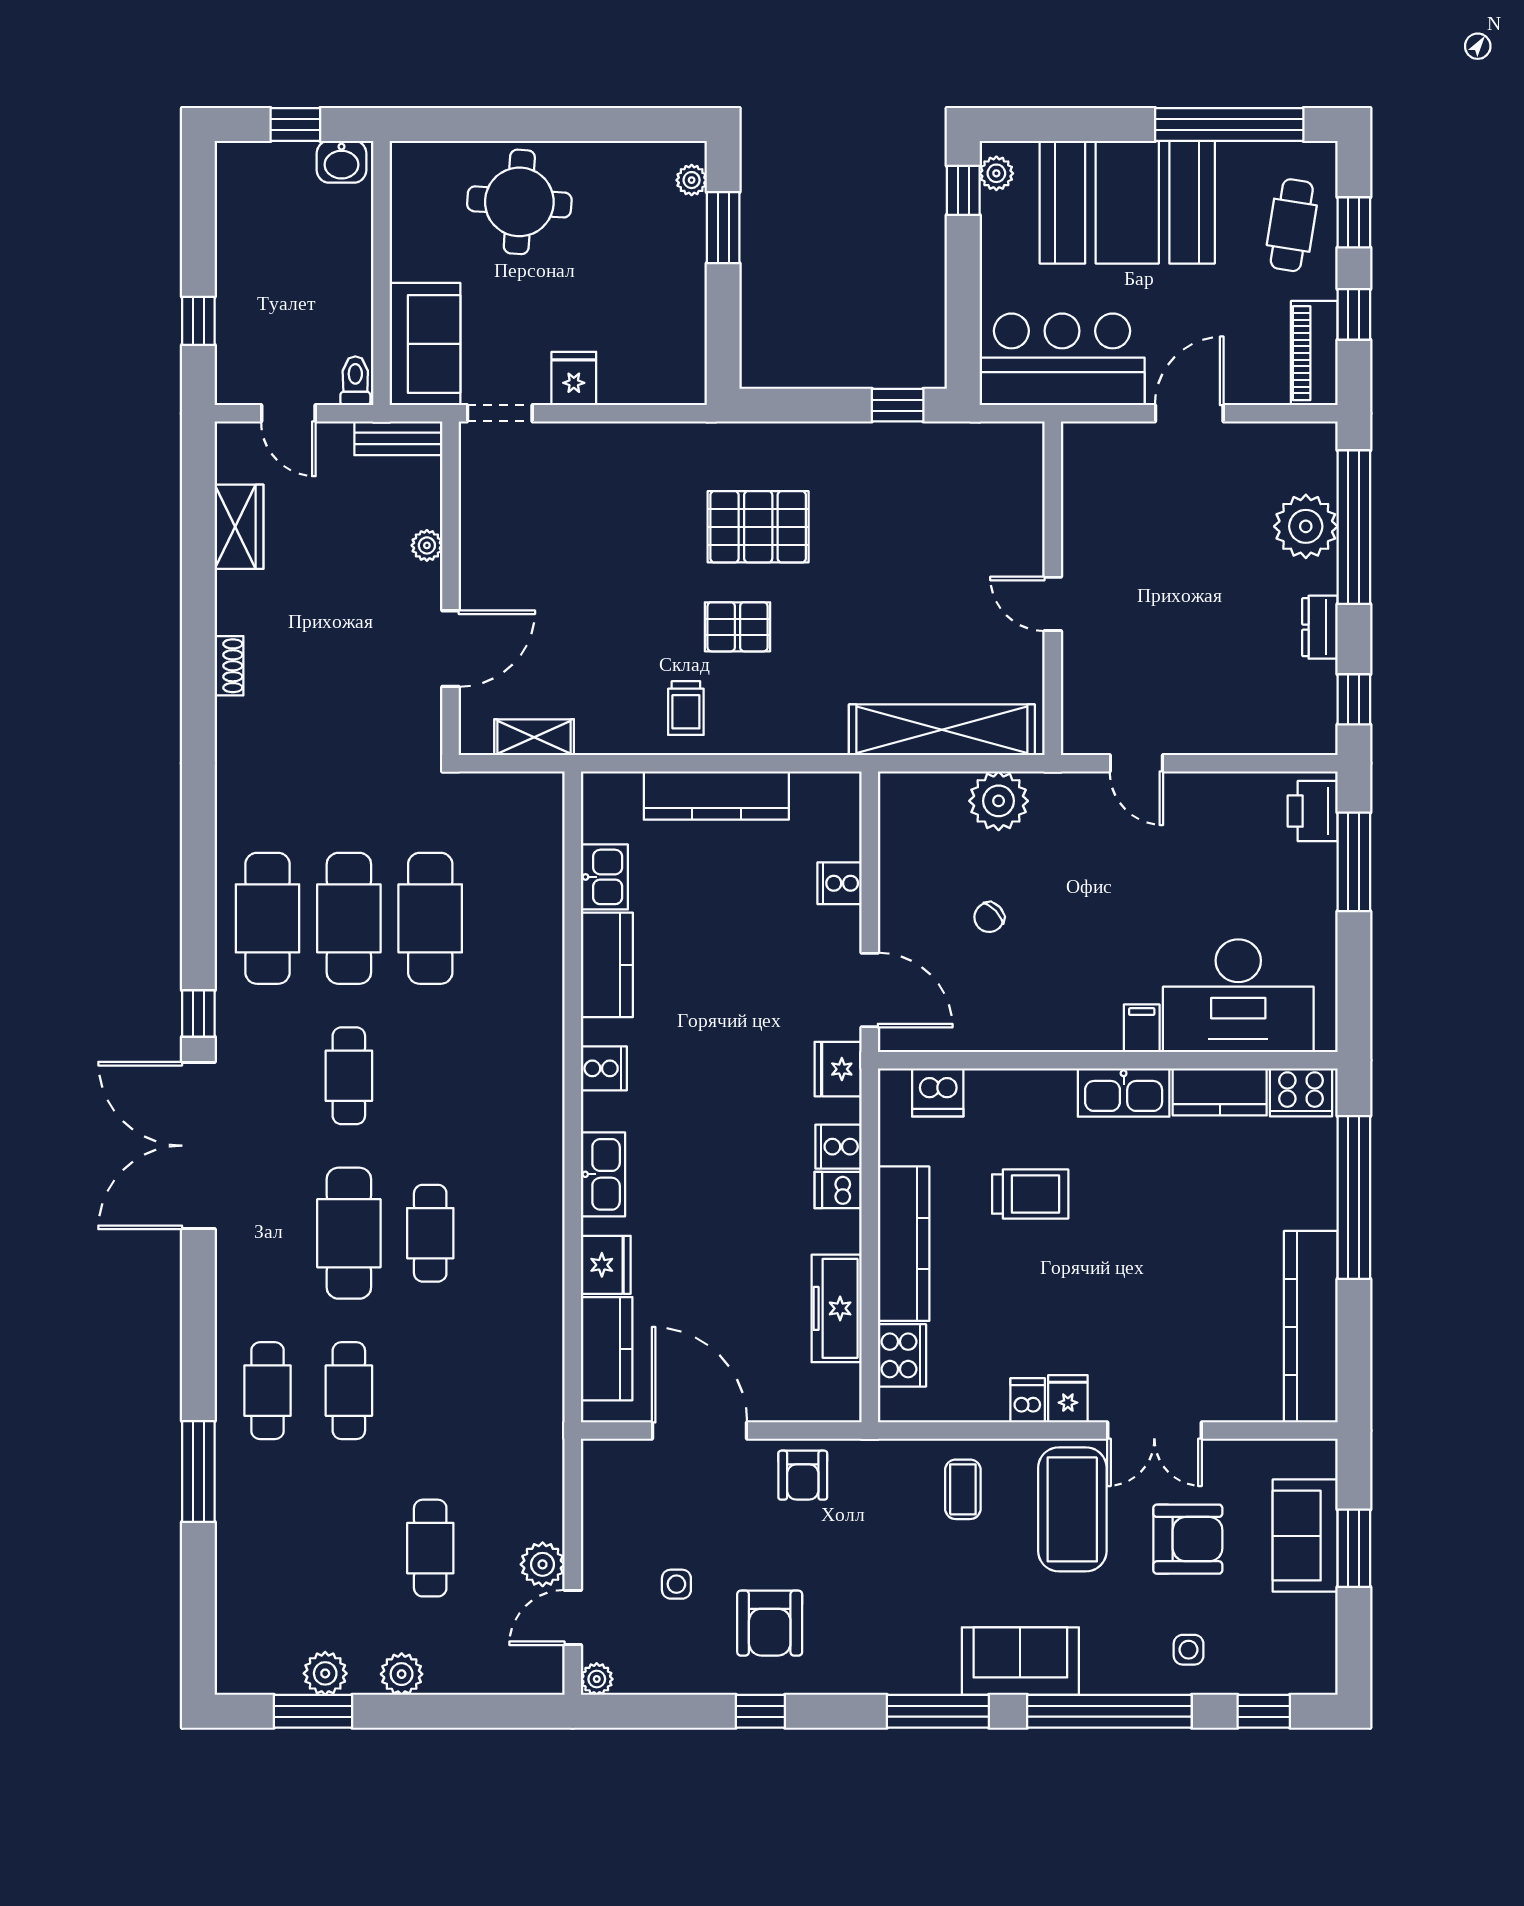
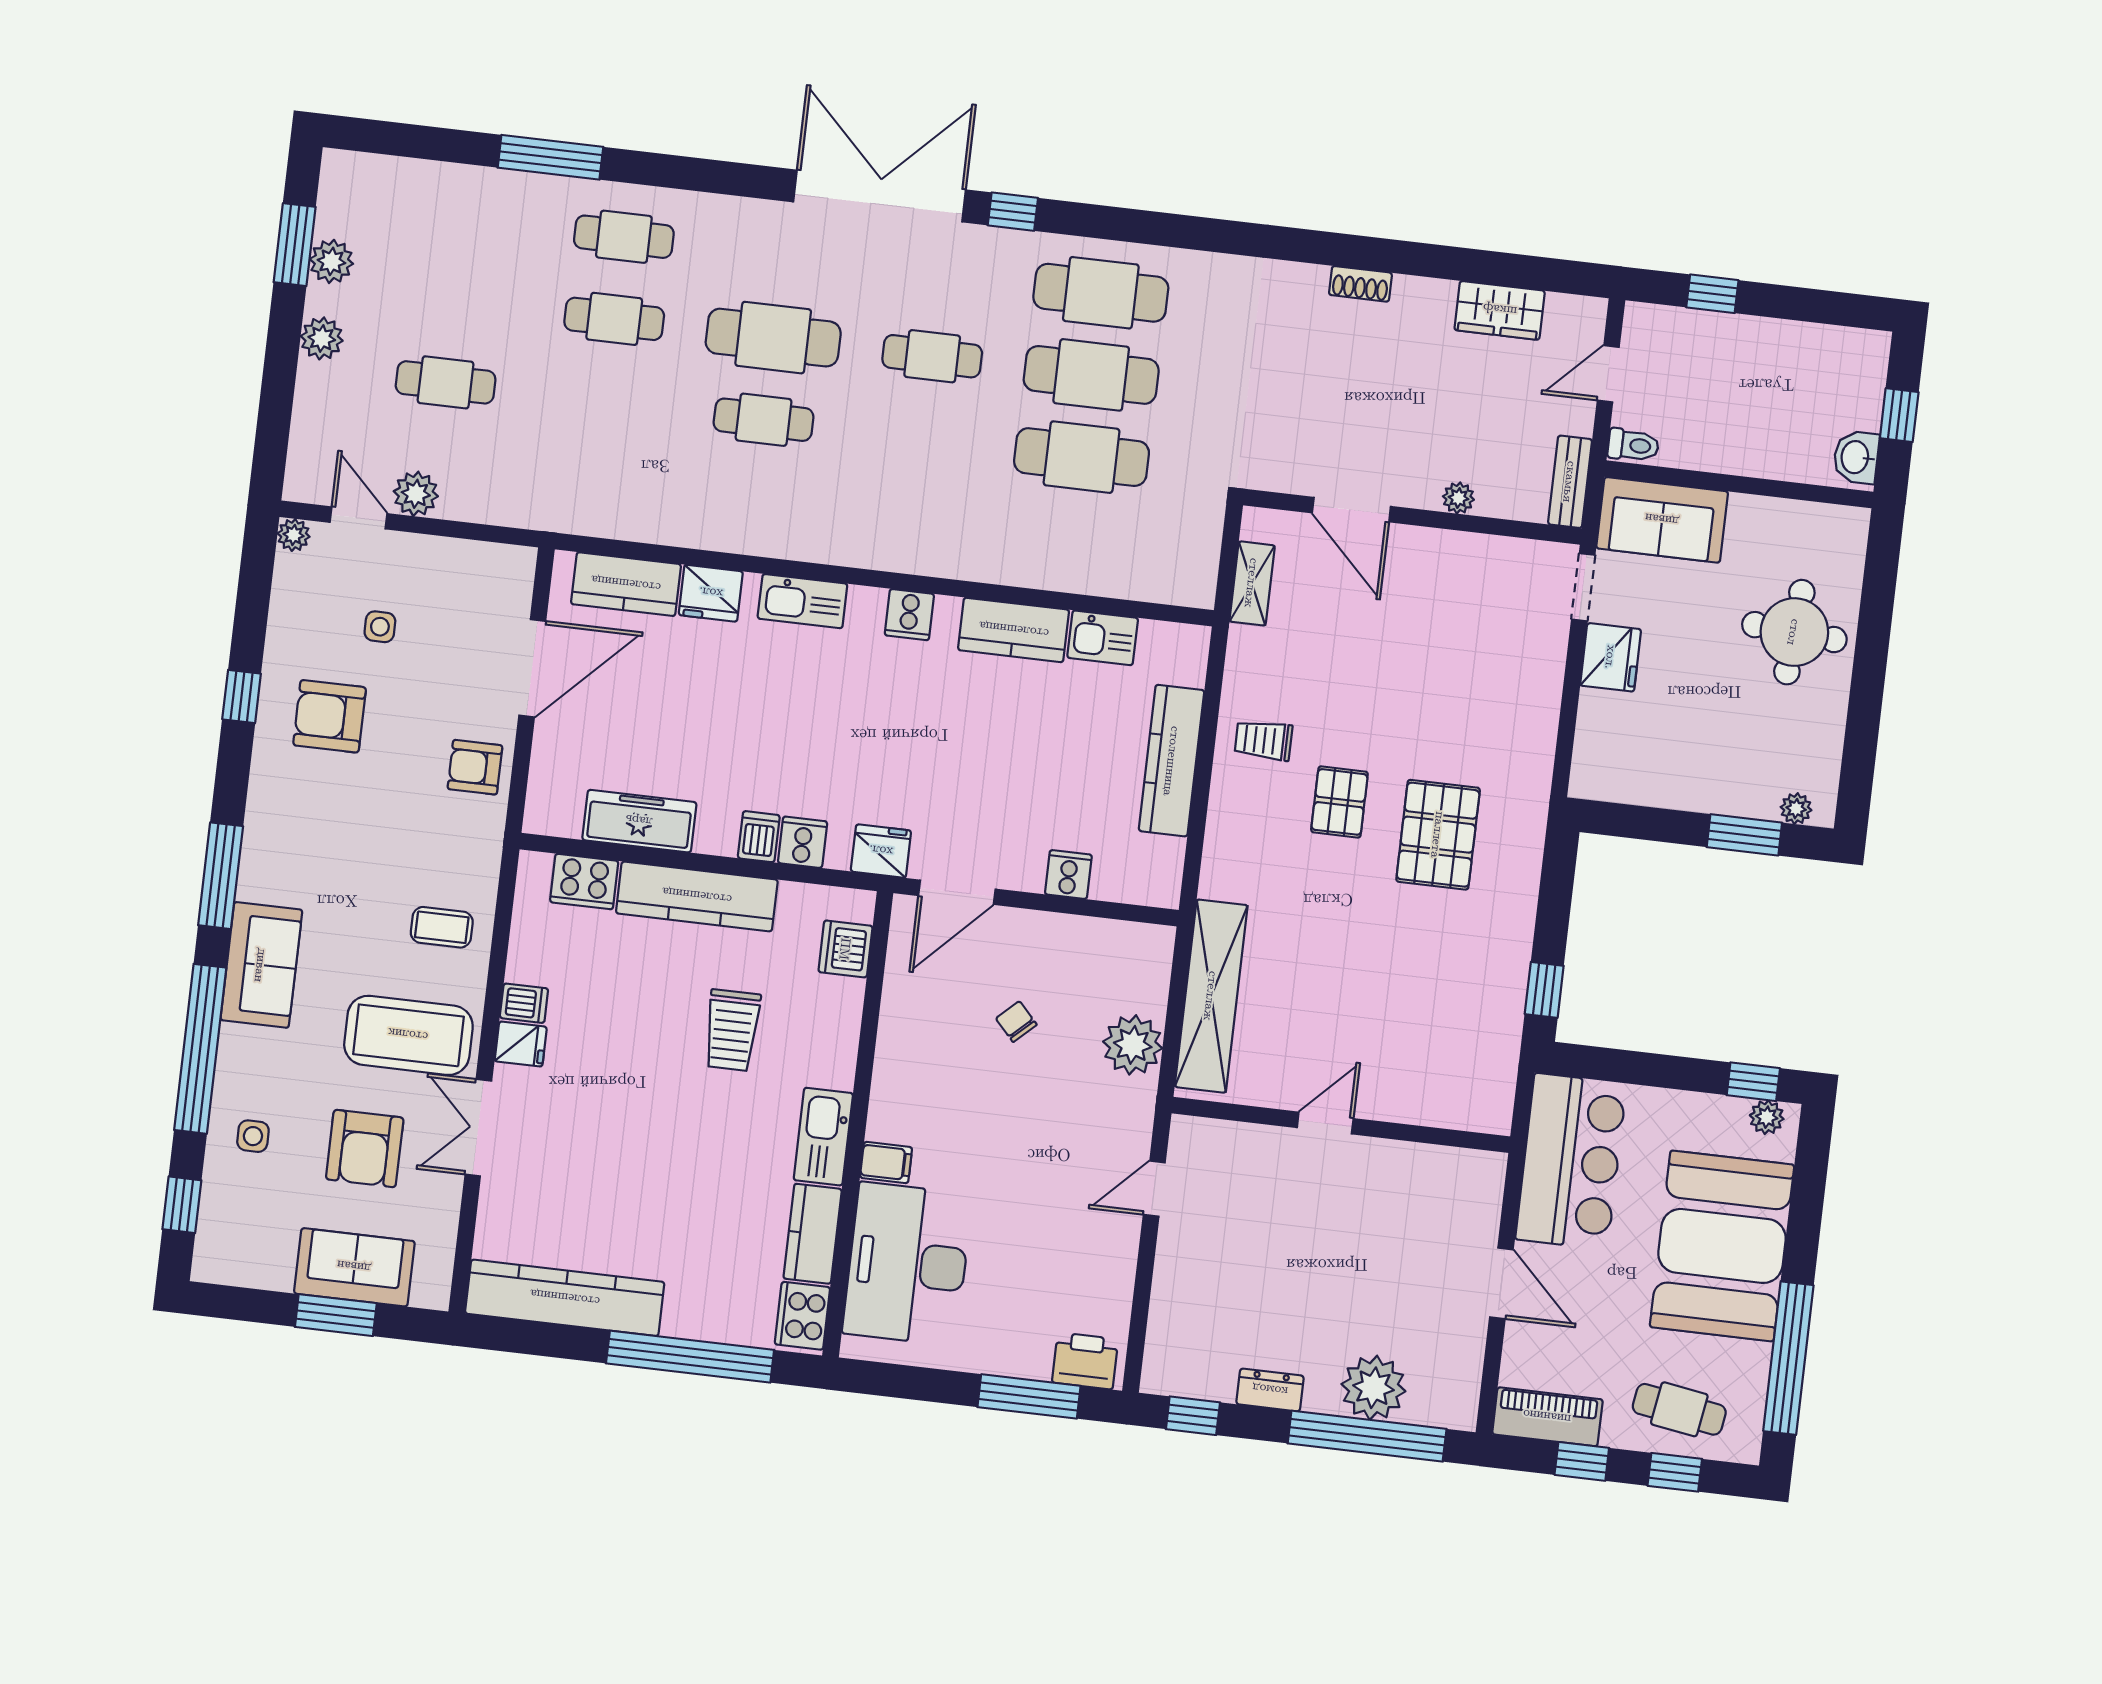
fridge: (574, 379) -> (1611, 657), width x1.38

